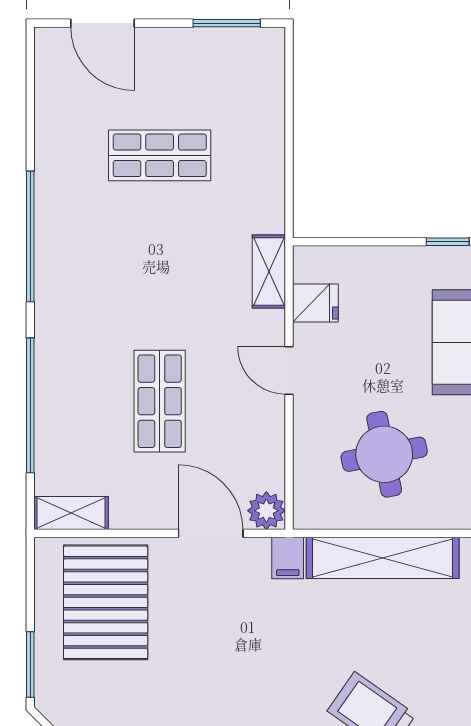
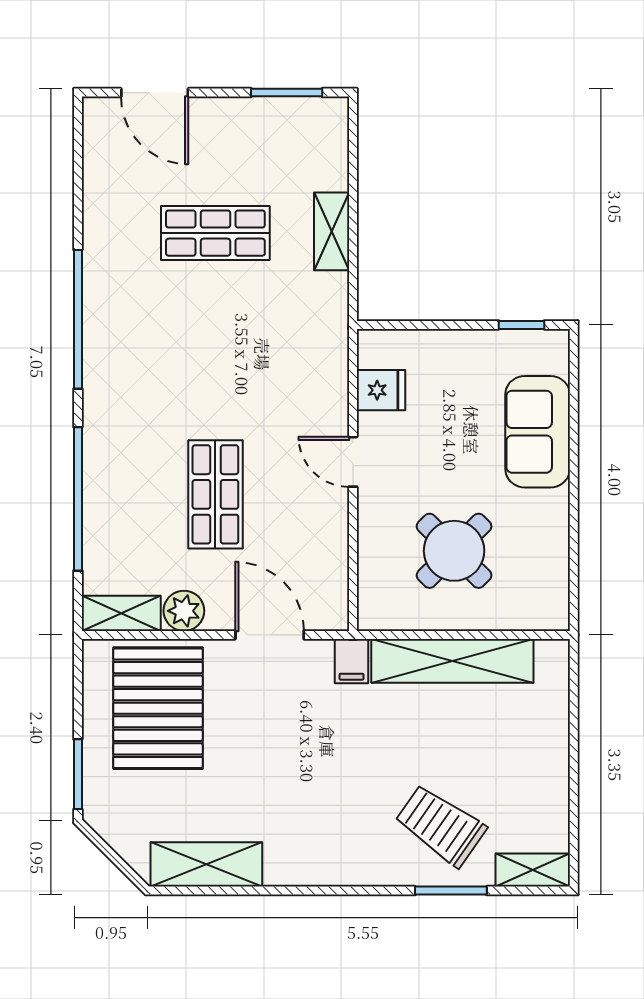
shelving: (269, 272) -> (332, 231), moved
round table: (384, 454) -> (454, 551), turned -34
plant: (266, 511) -> (184, 611), moved

